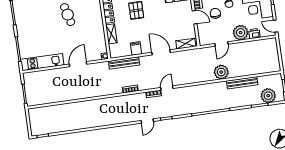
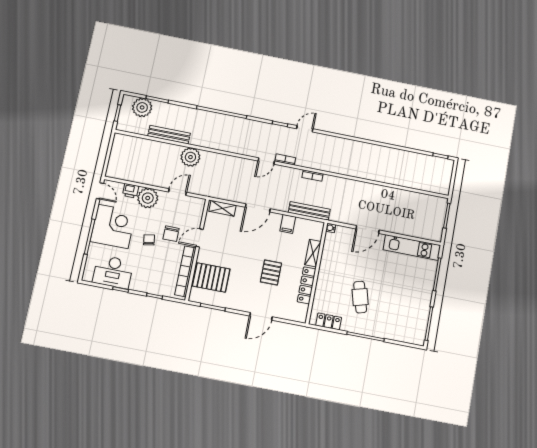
door: (194, 17) -> (200, 238), hinge flipped
door: (161, 52) -> (258, 208), hinge flipped

